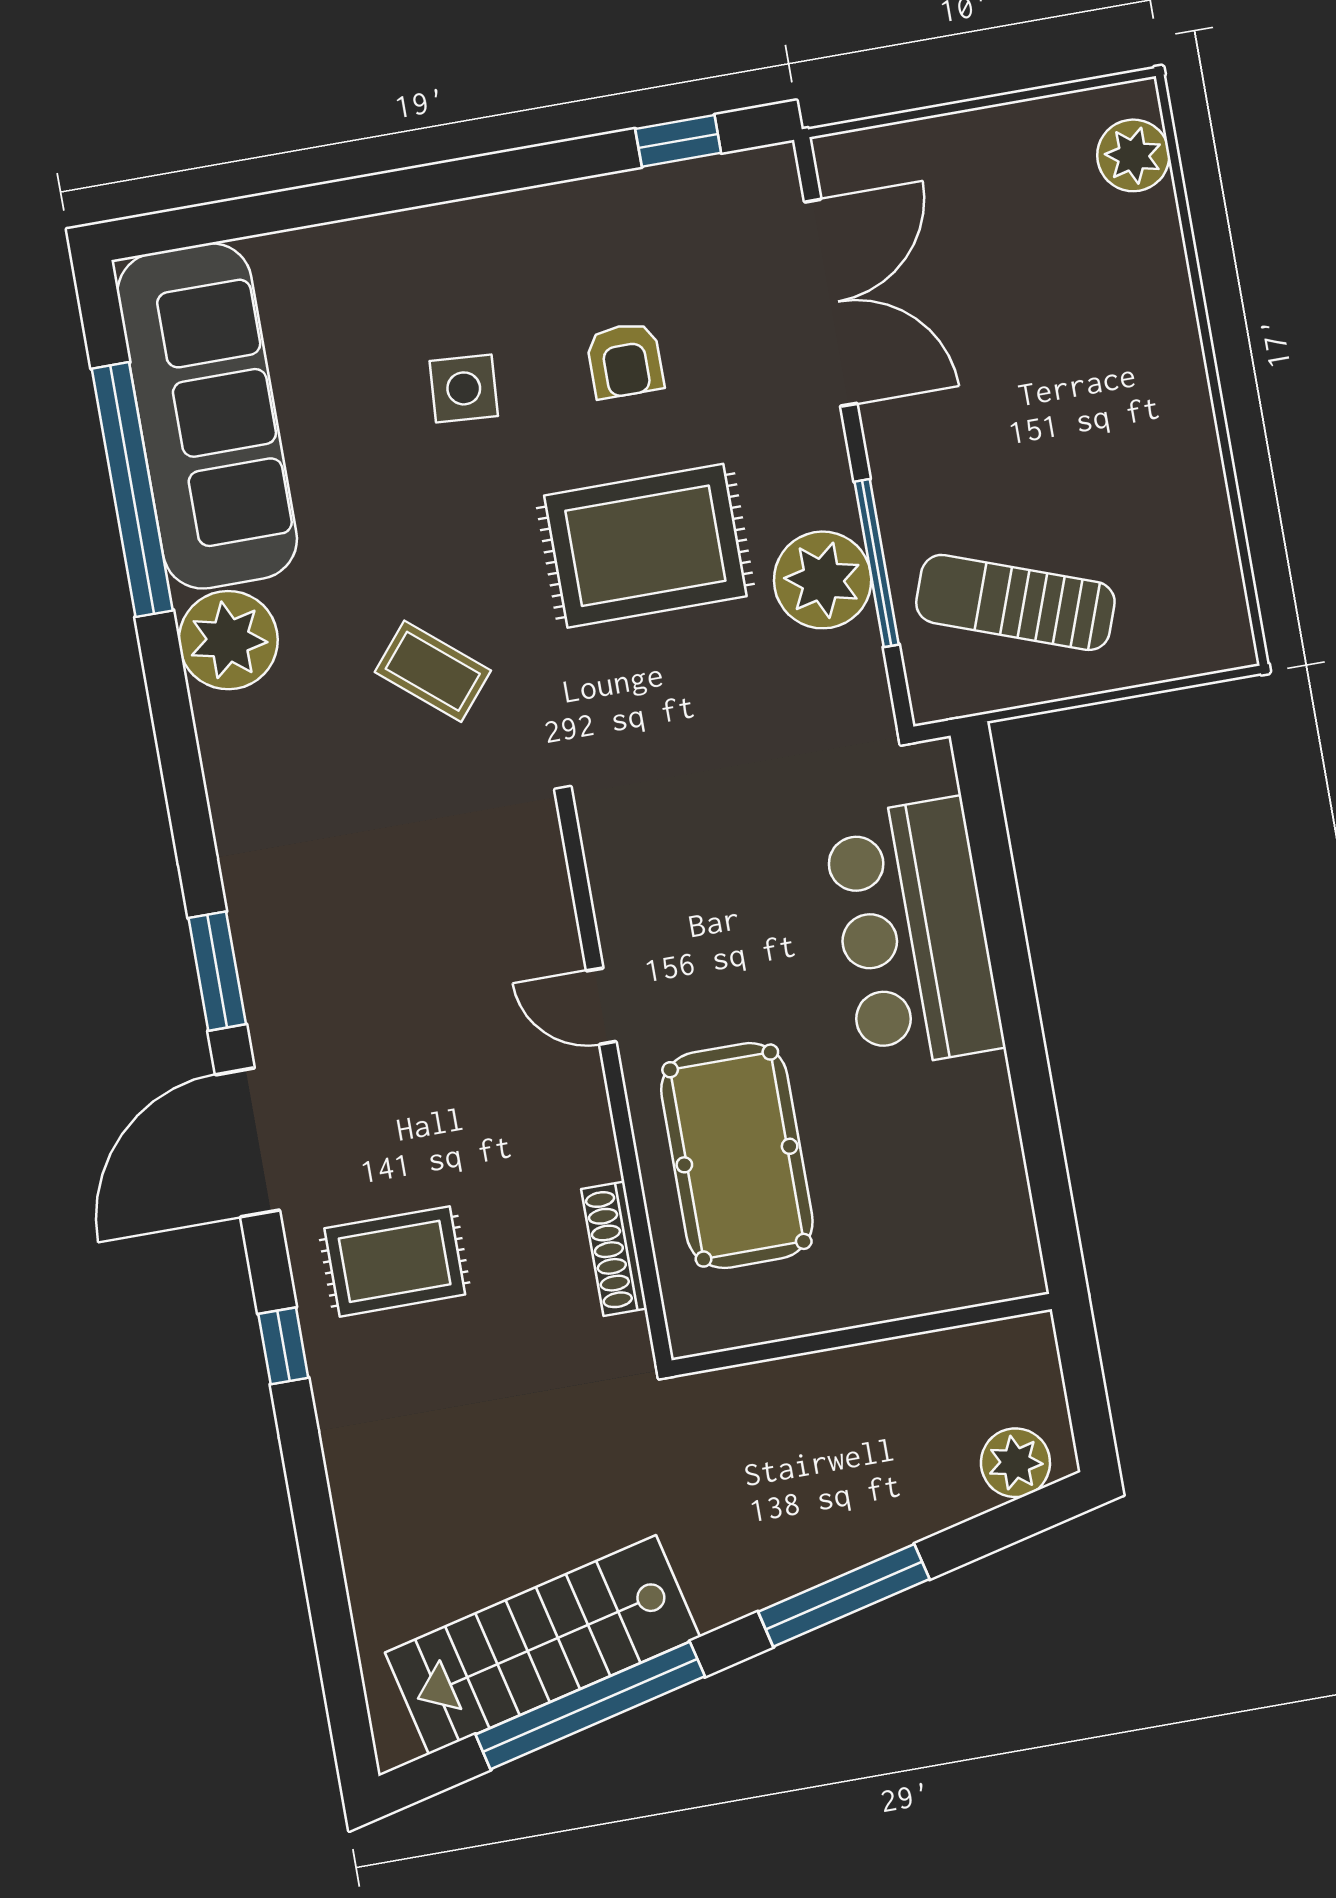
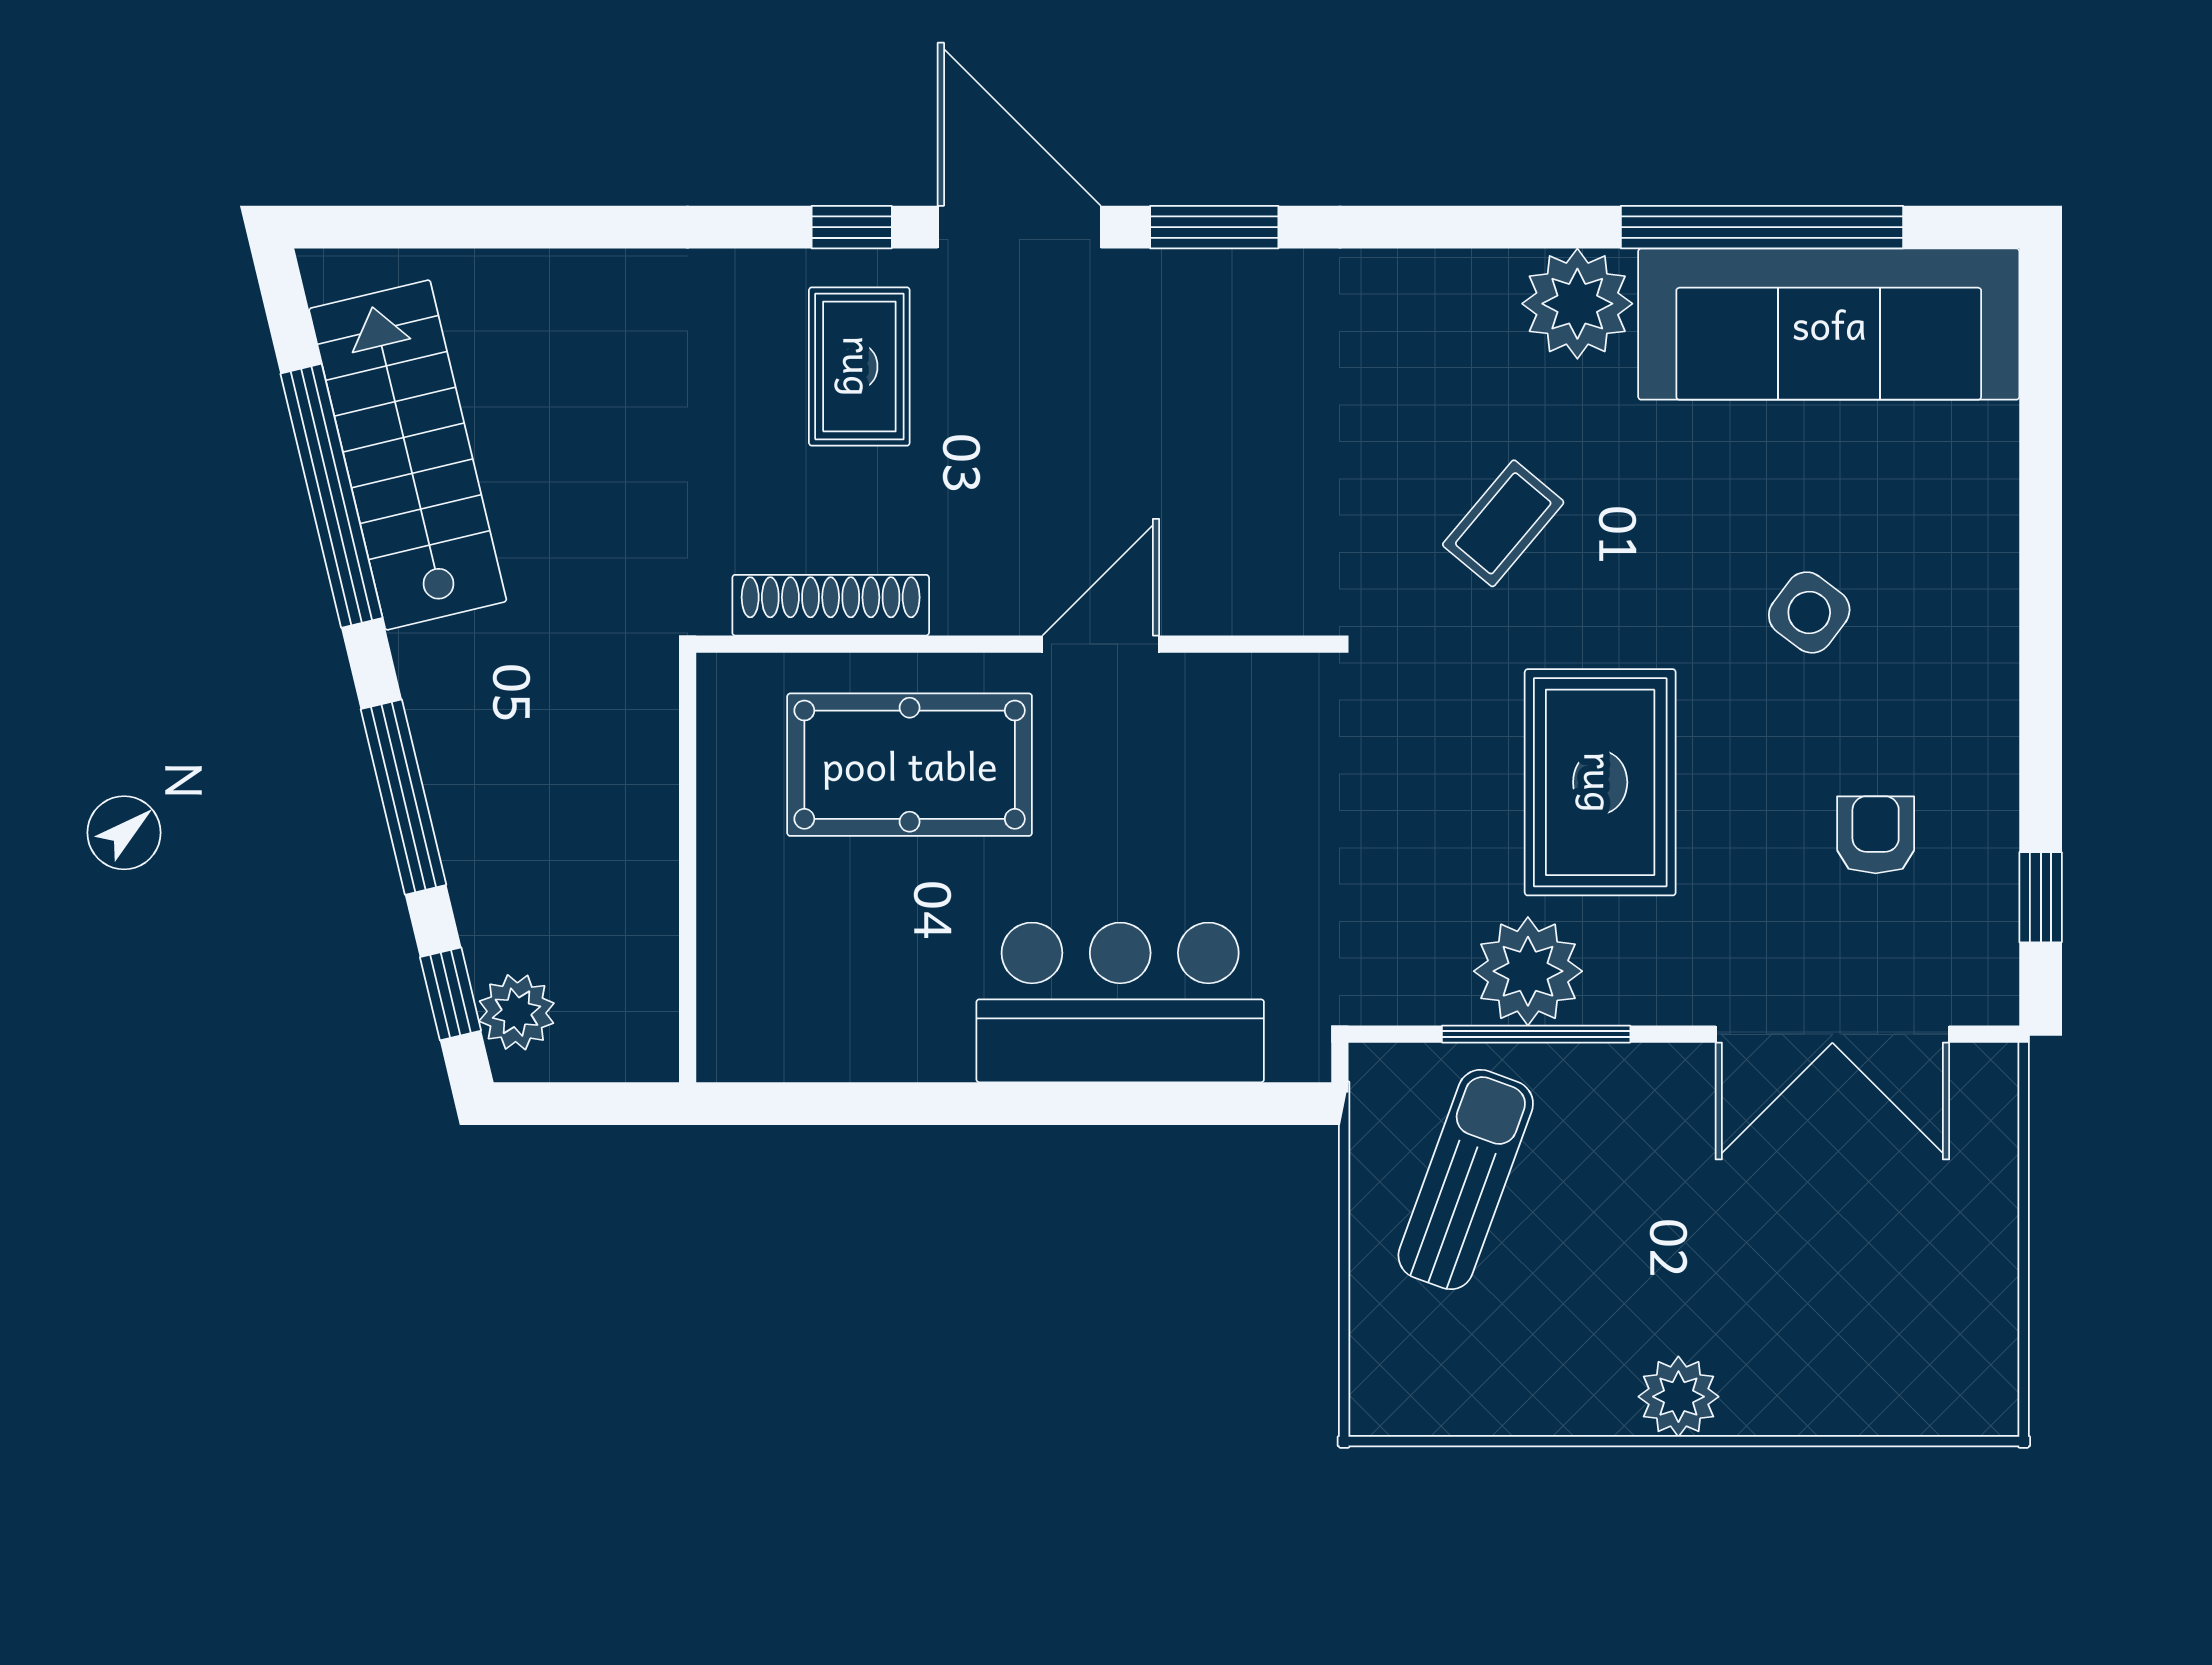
plant: (1133, 155) -> (1678, 1397), moved
armchair: (625, 360) -> (1876, 835), moved, turned 90
side table: (464, 388) -> (1809, 612), turned 33
door: (601, 1006) -> (1101, 644), width x1.38
shoe rack: (614, 1249) -> (831, 605), width x1.36, depth x1.24
window: (283, 1346) -> (852, 227), moved
window: (1010, 1524) -> (451, 994), added

